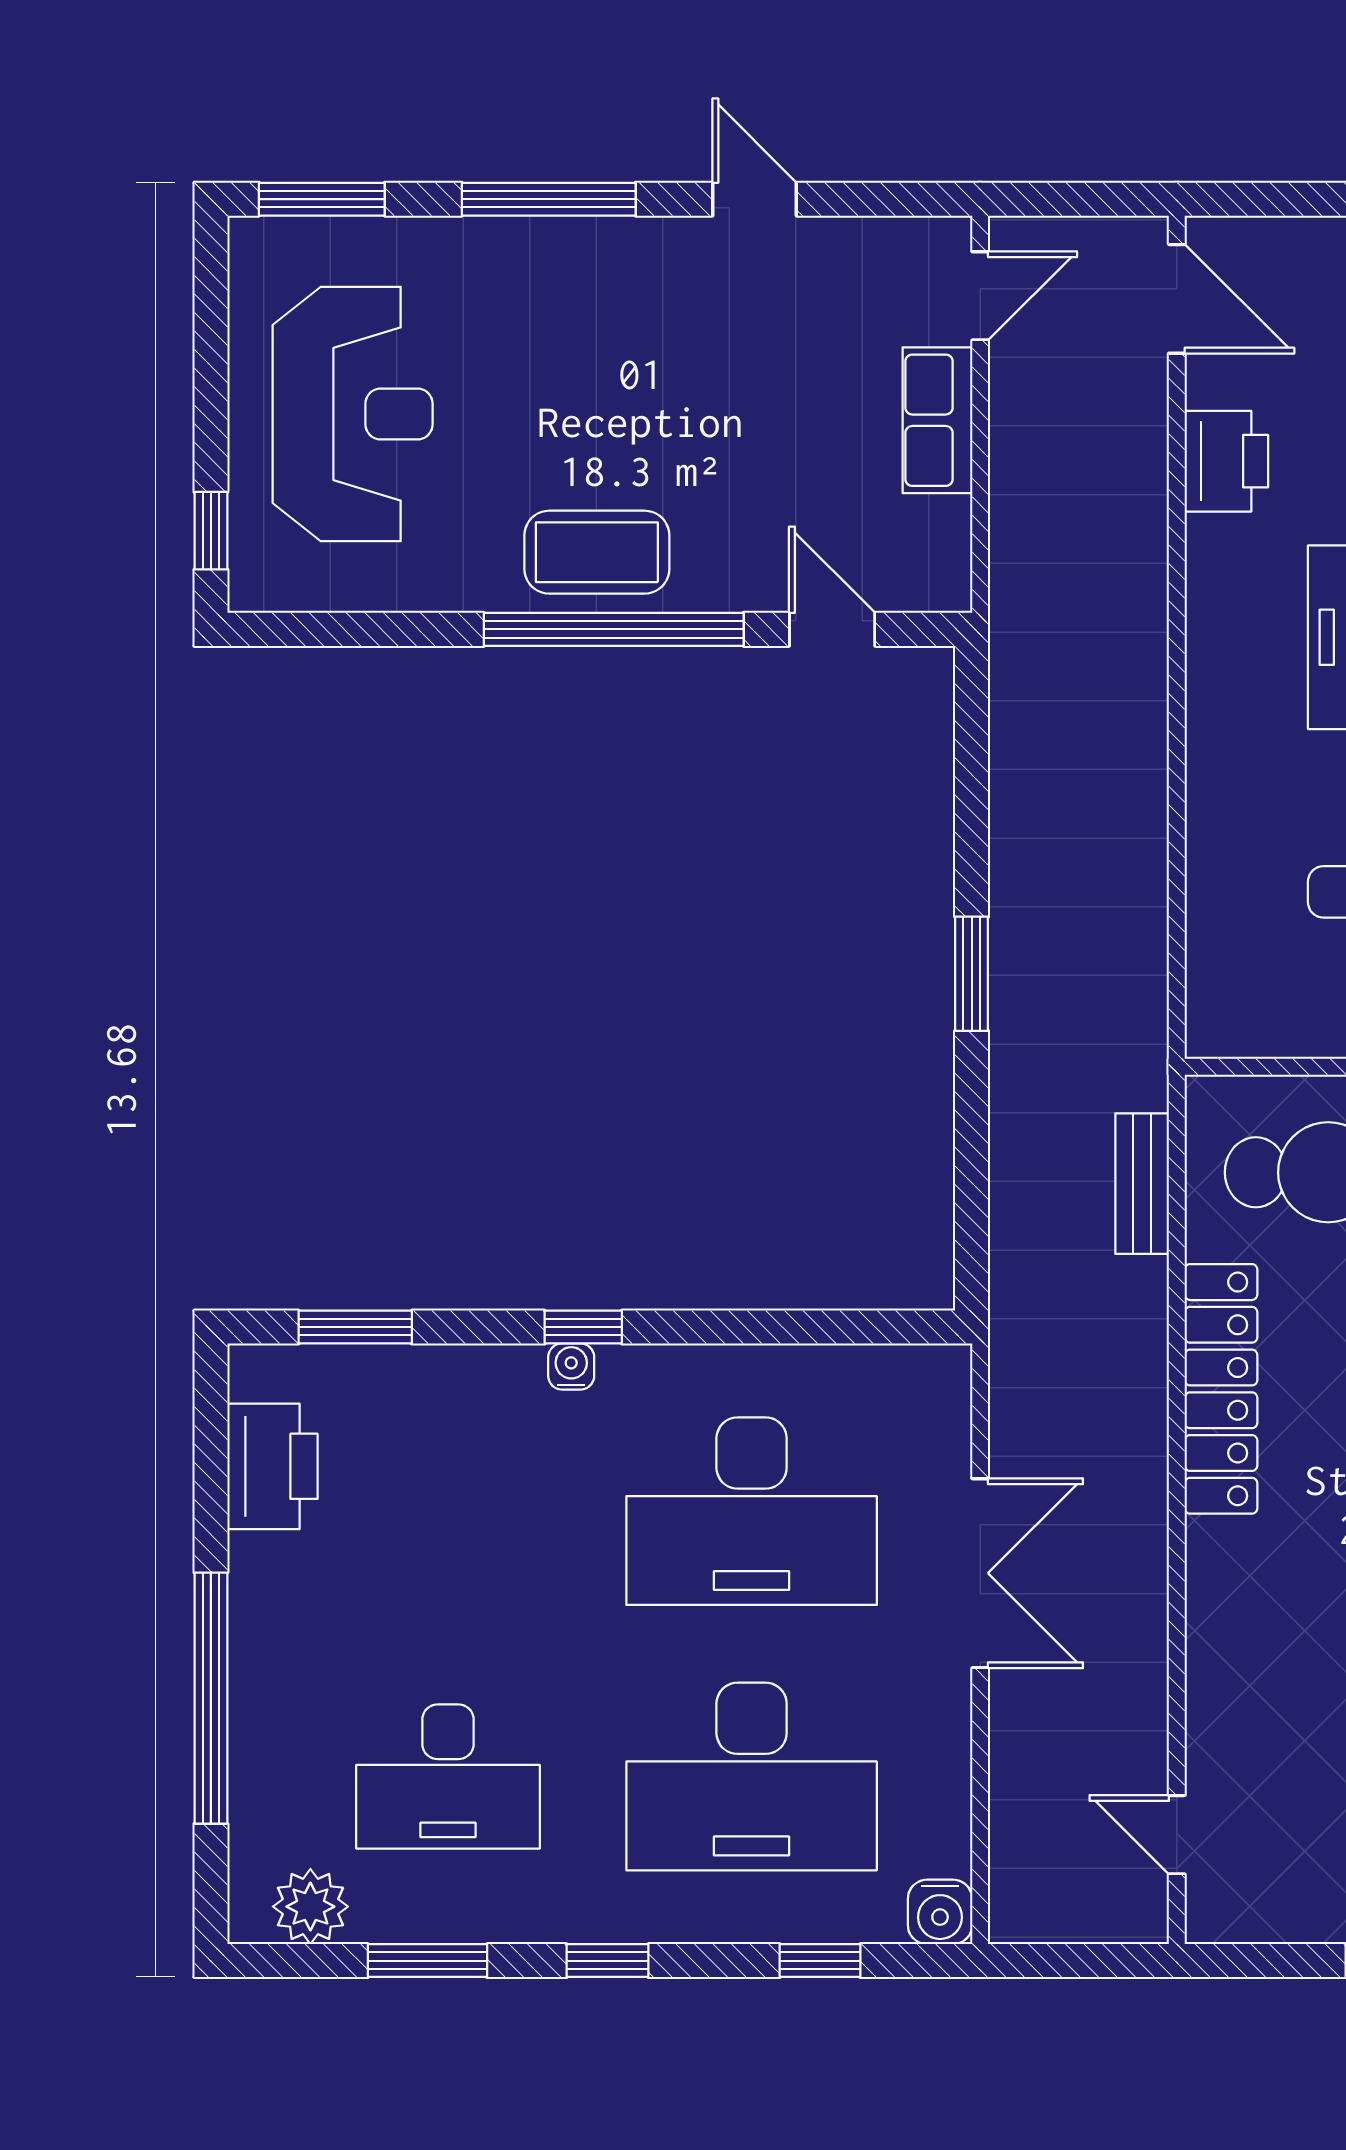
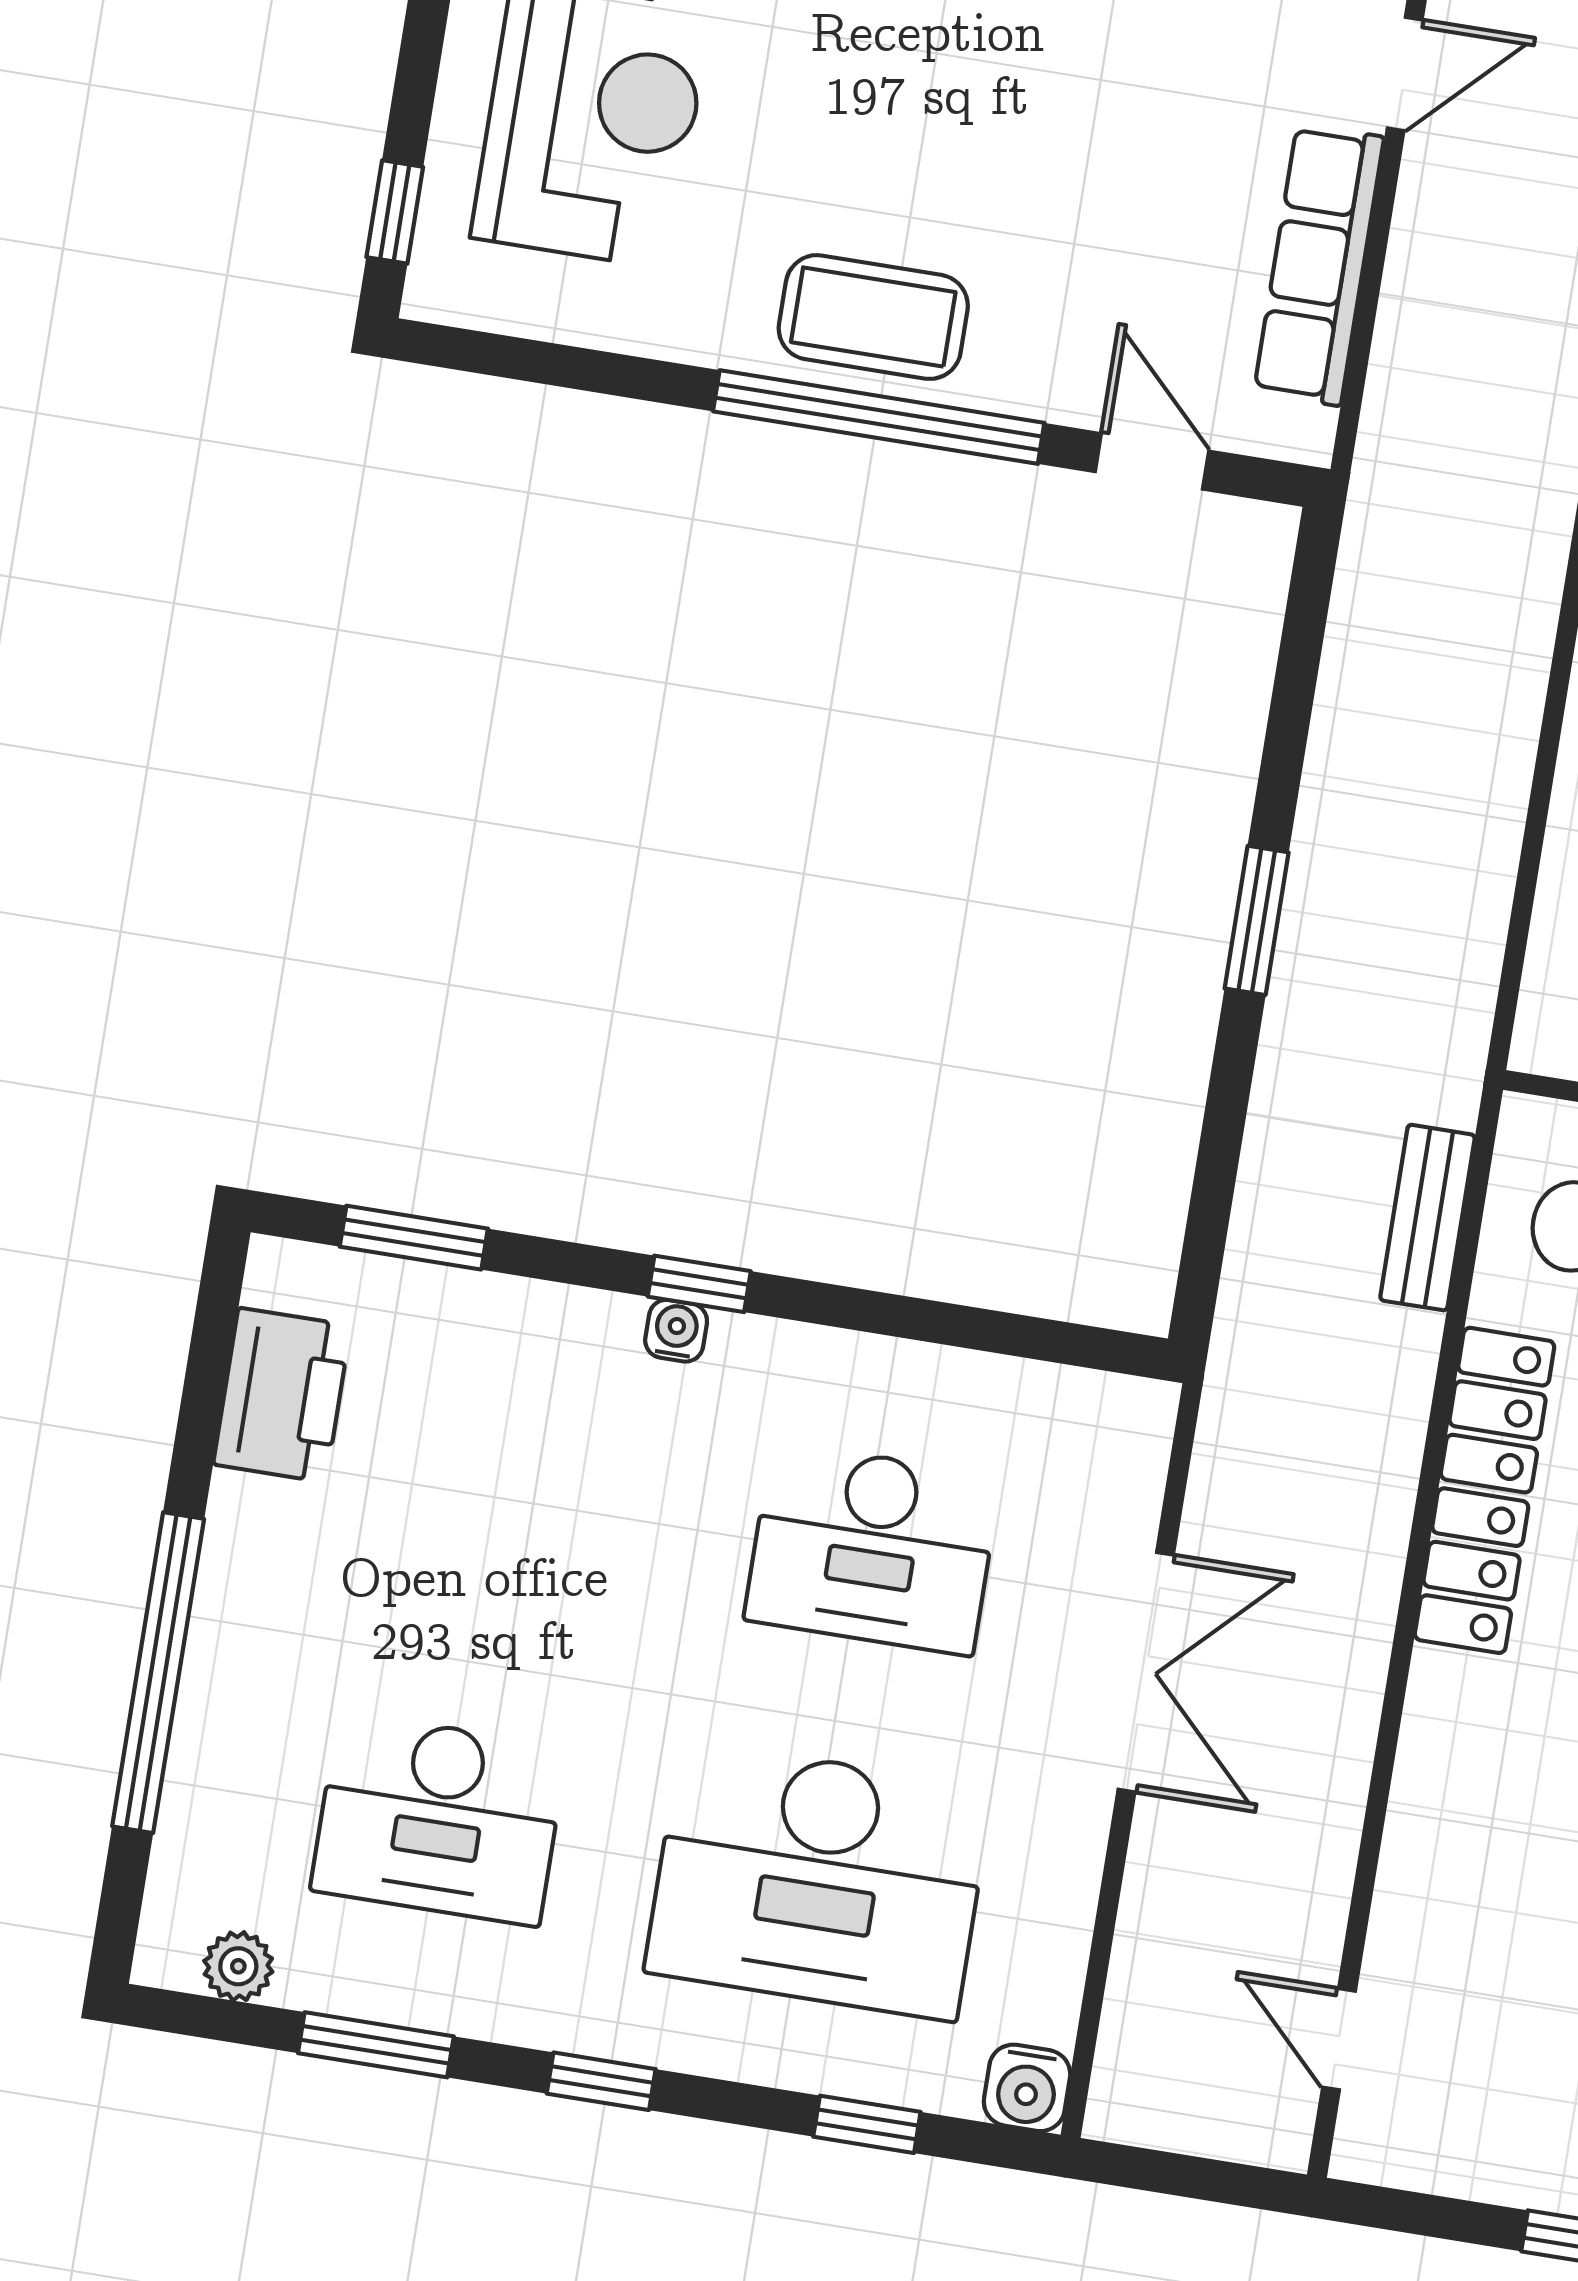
row of seats: (937, 420) -> (1319, 265), width x1.48
desk: (752, 1511) -> (872, 1548), width x0.73, depth x0.77
plant: (310, 1907) -> (238, 1966), width x0.73, depth x0.73

